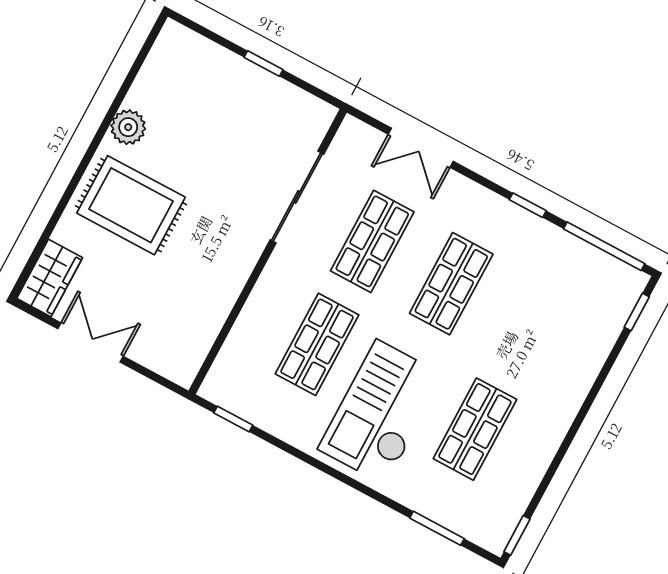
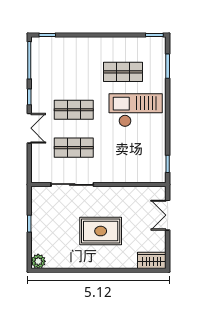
plant: (128, 127) -> (38, 261), moved
double door: (421, 148) -> (29, 128), moved
rug: (131, 205) -> (101, 231), moved, turned 90
double door: (91, 342) -> (168, 215), moved
shop shelf: (317, 344) -> (123, 148), removed
checkout: (381, 412) -> (136, 110), turned 180

